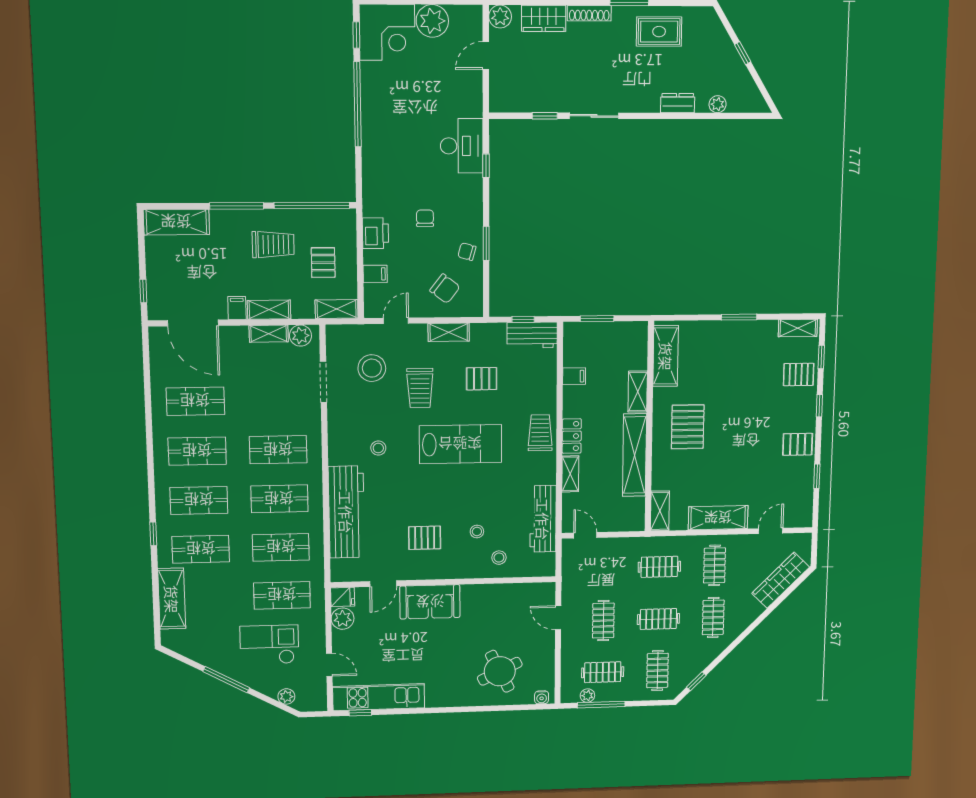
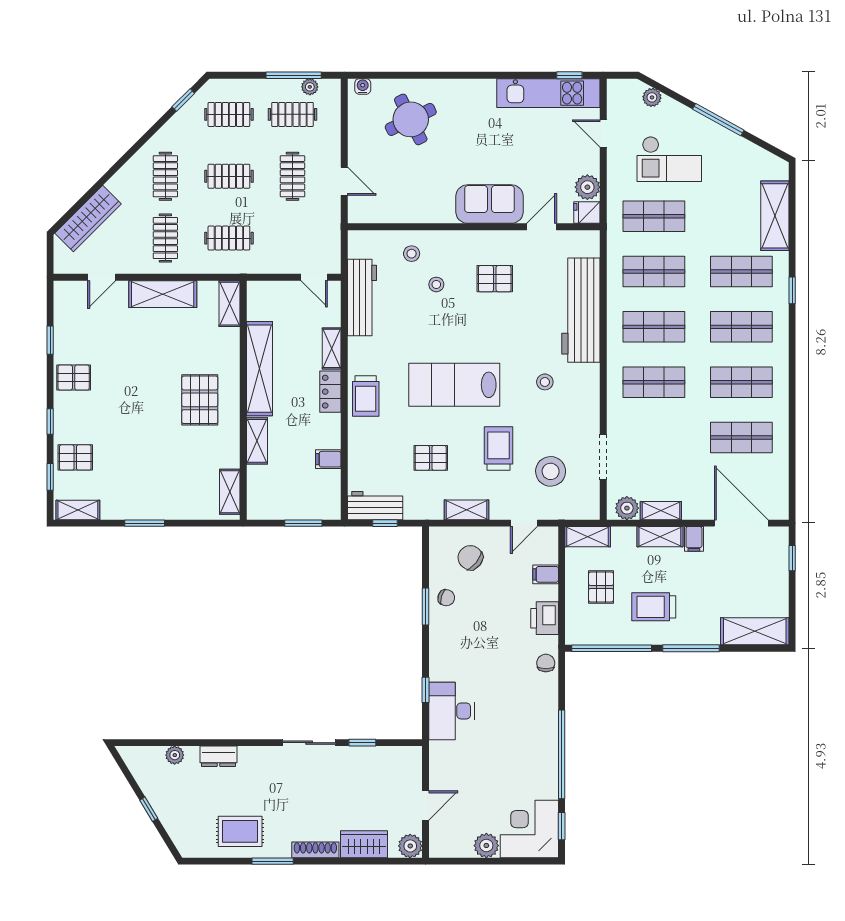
plant: (432, 21) -> (486, 846), width x0.73, depth x0.73
chair: (425, 218) -> (546, 663), moved, turned 180
shelving: (666, 356) -> (230, 492), width x0.67, depth x0.75
clothes rail: (657, 670) -> (229, 114), turned 90

